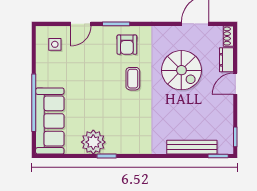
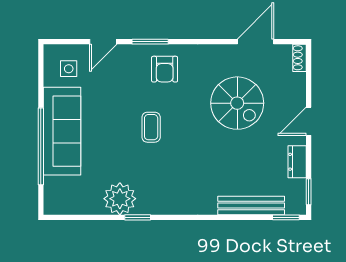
dresser: (227, 60) -> (297, 162), moved
coffee table: (133, 79) -> (151, 127), moved
sofa: (50, 121) -> (62, 131), moved

